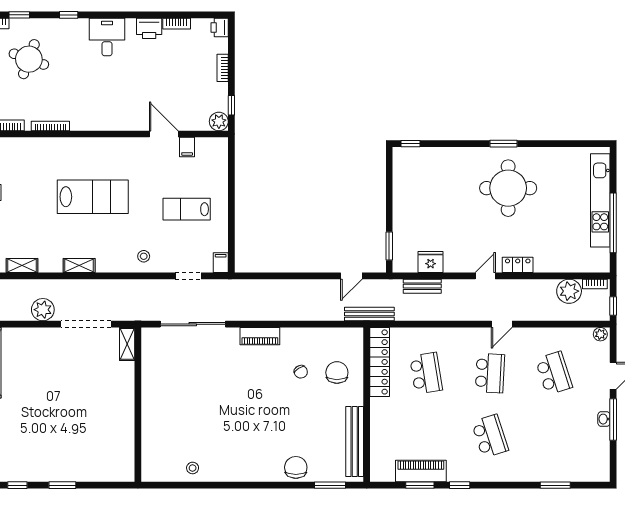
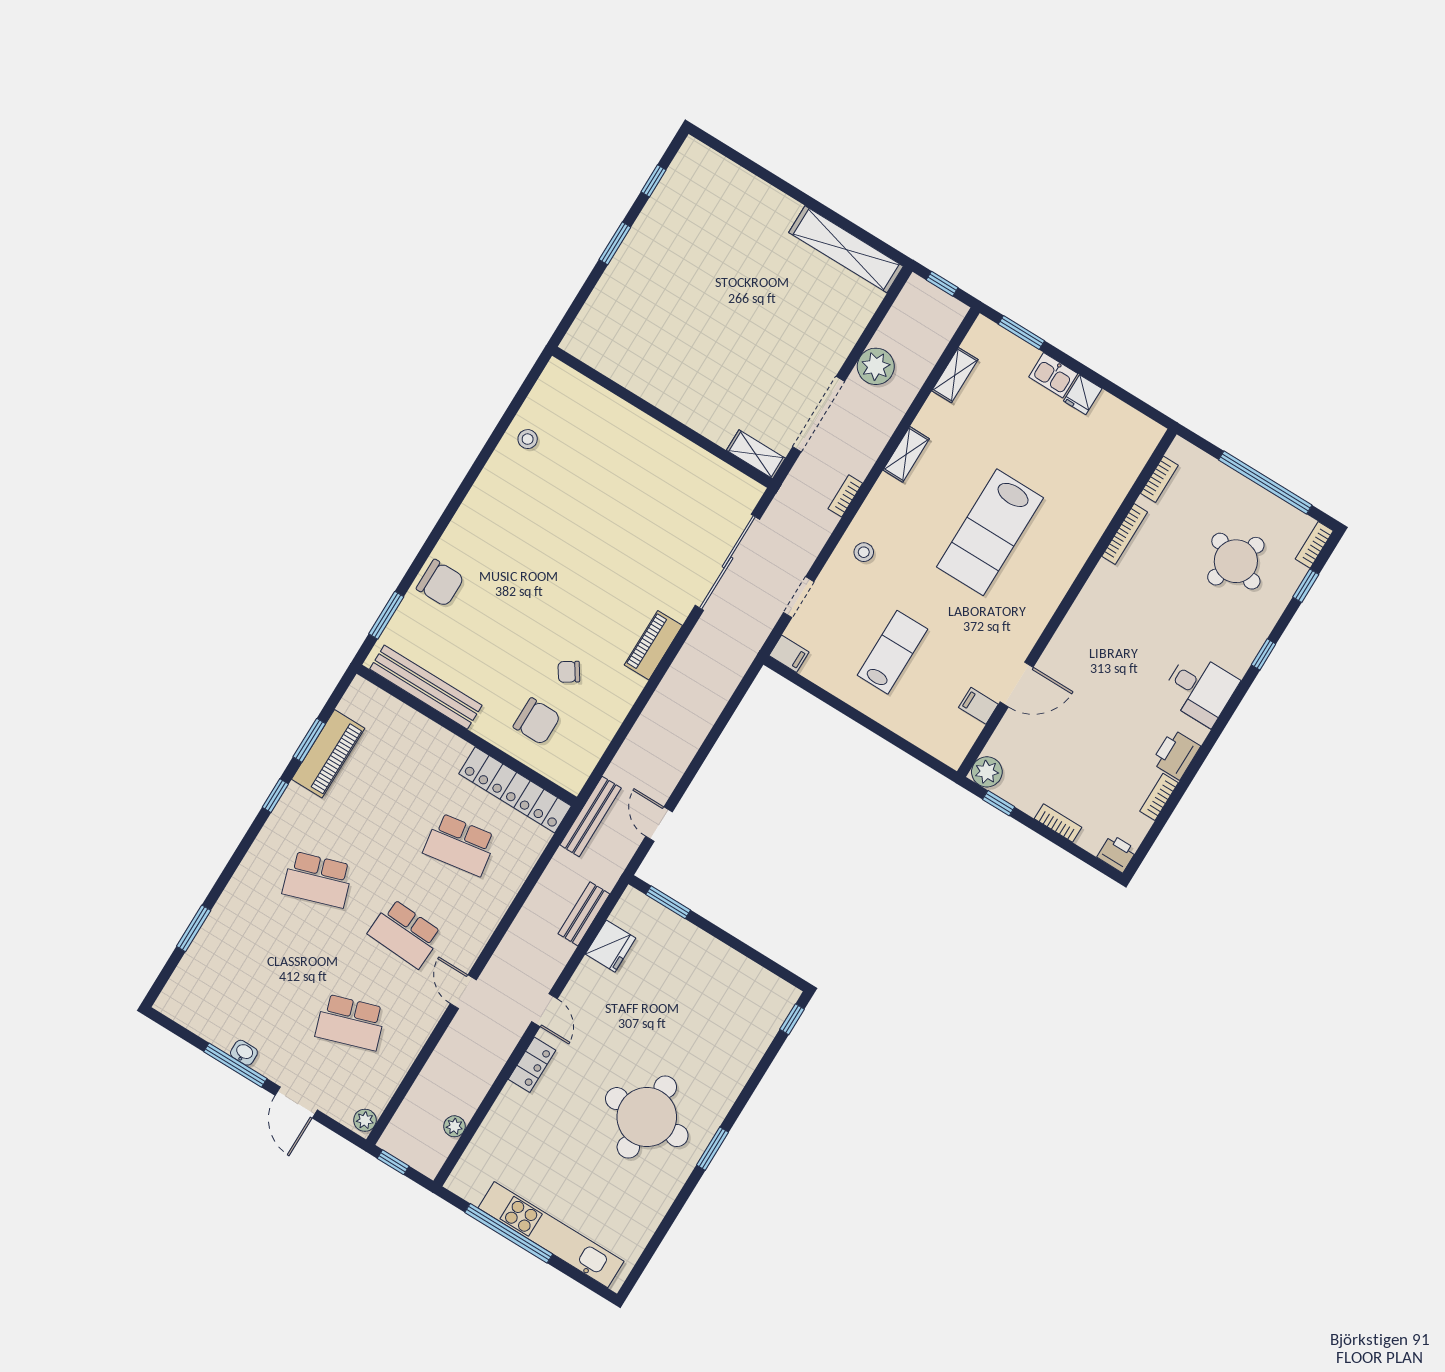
bookcase: (595, 284) -> (845, 496), moved
plant: (569, 291) -> (454, 1126), width x0.53, depth x0.53

